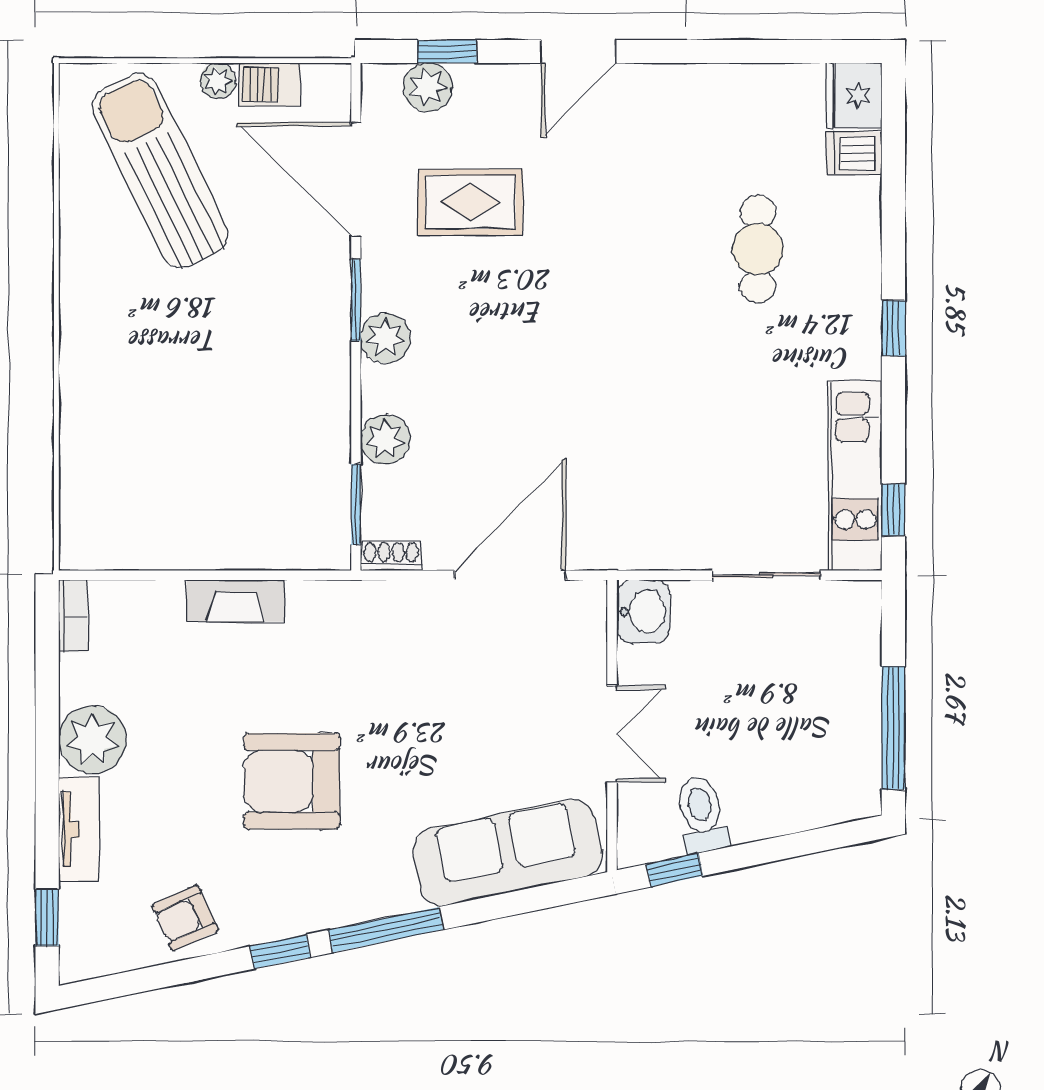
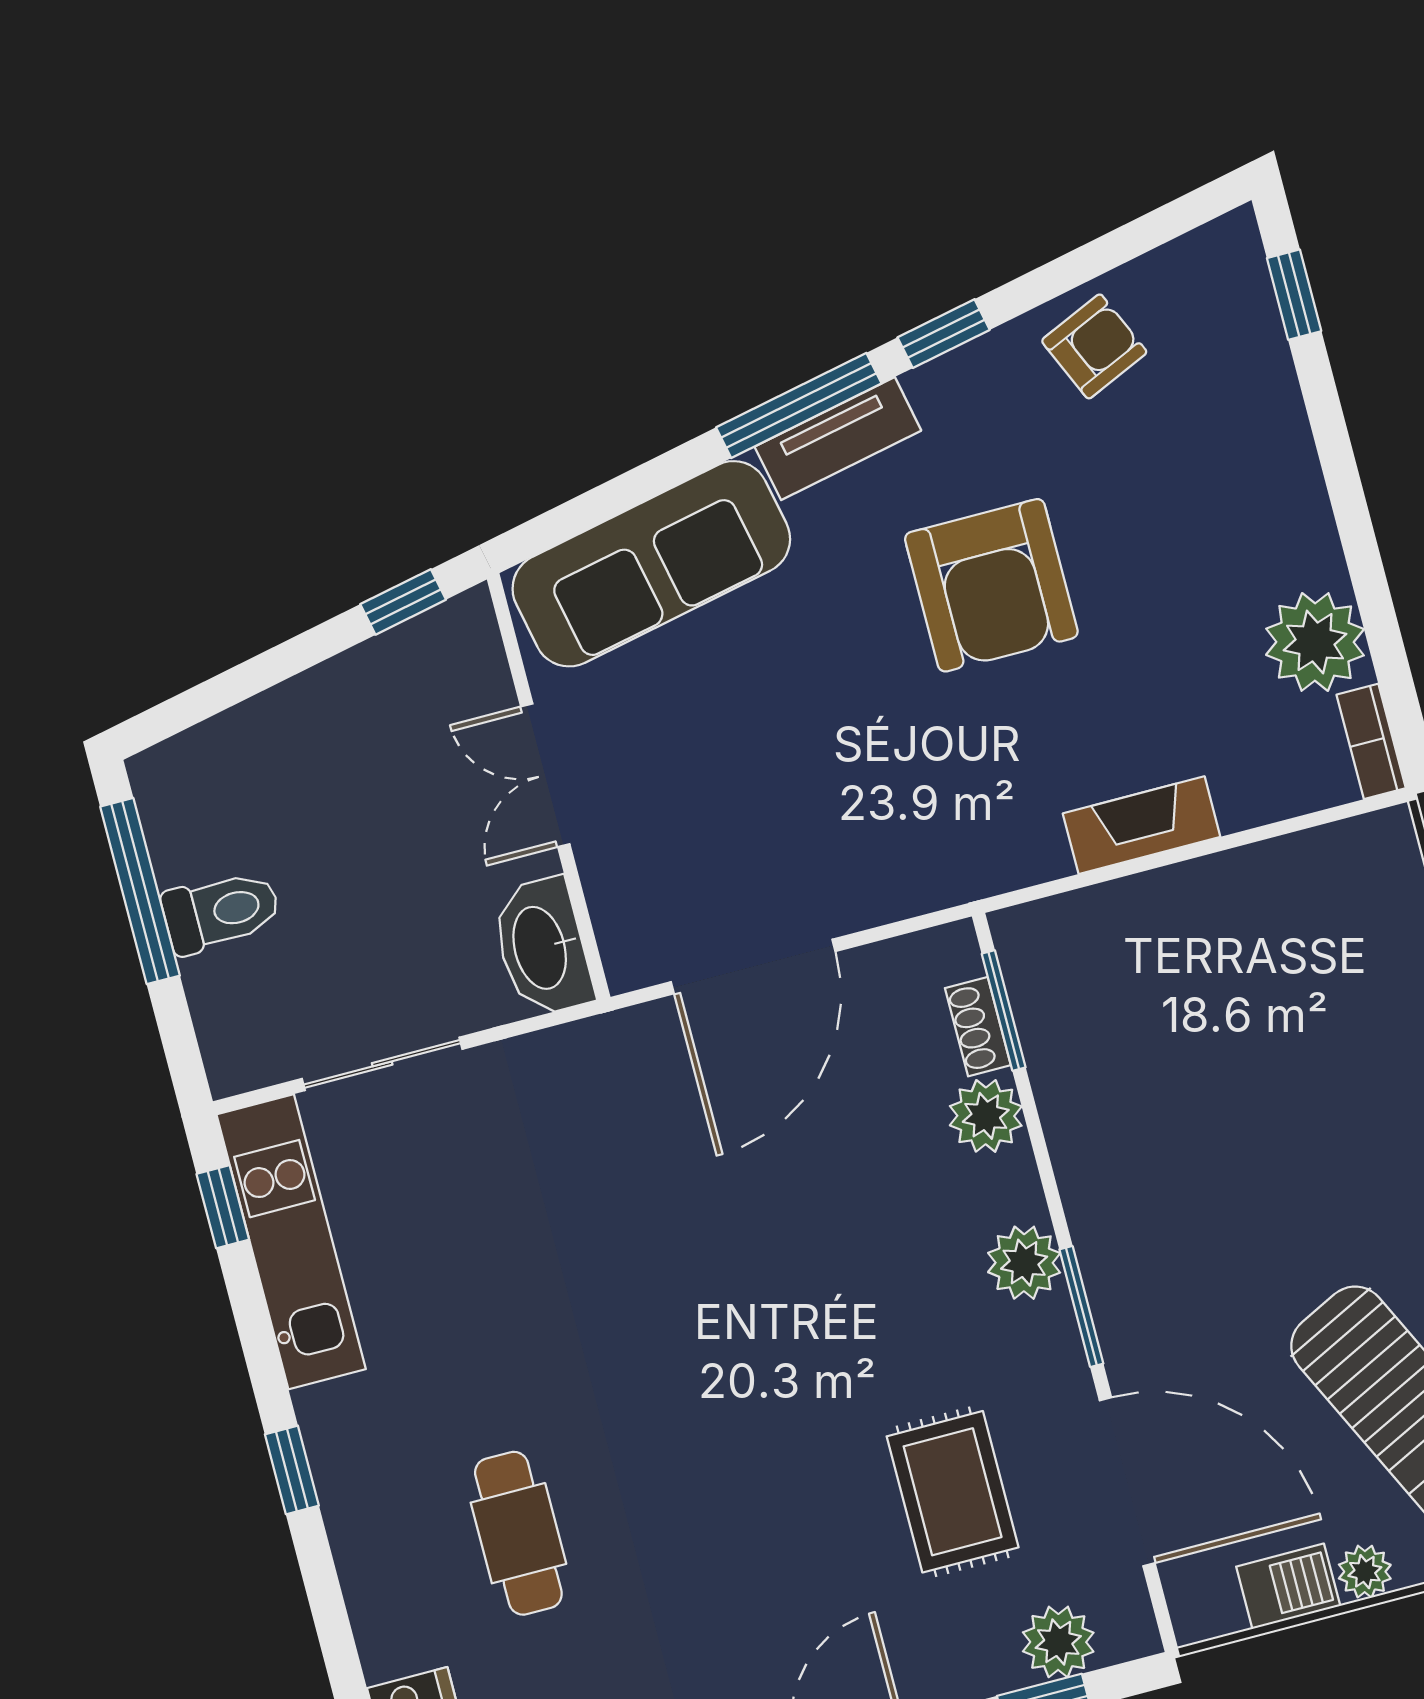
rug: (470, 202) -> (953, 1492), turned 90
shoe rack: (391, 556) -> (978, 1027), moved, turned 90
washbasin: (643, 611) -> (542, 947), width x1.38
plant: (92, 740) -> (1315, 642), moved
armchair: (292, 781) -> (991, 585), turned 90
toilet: (702, 814) -> (221, 912), moved, turned -78
tv unit: (79, 829) -> (838, 439), moved, turned -102

